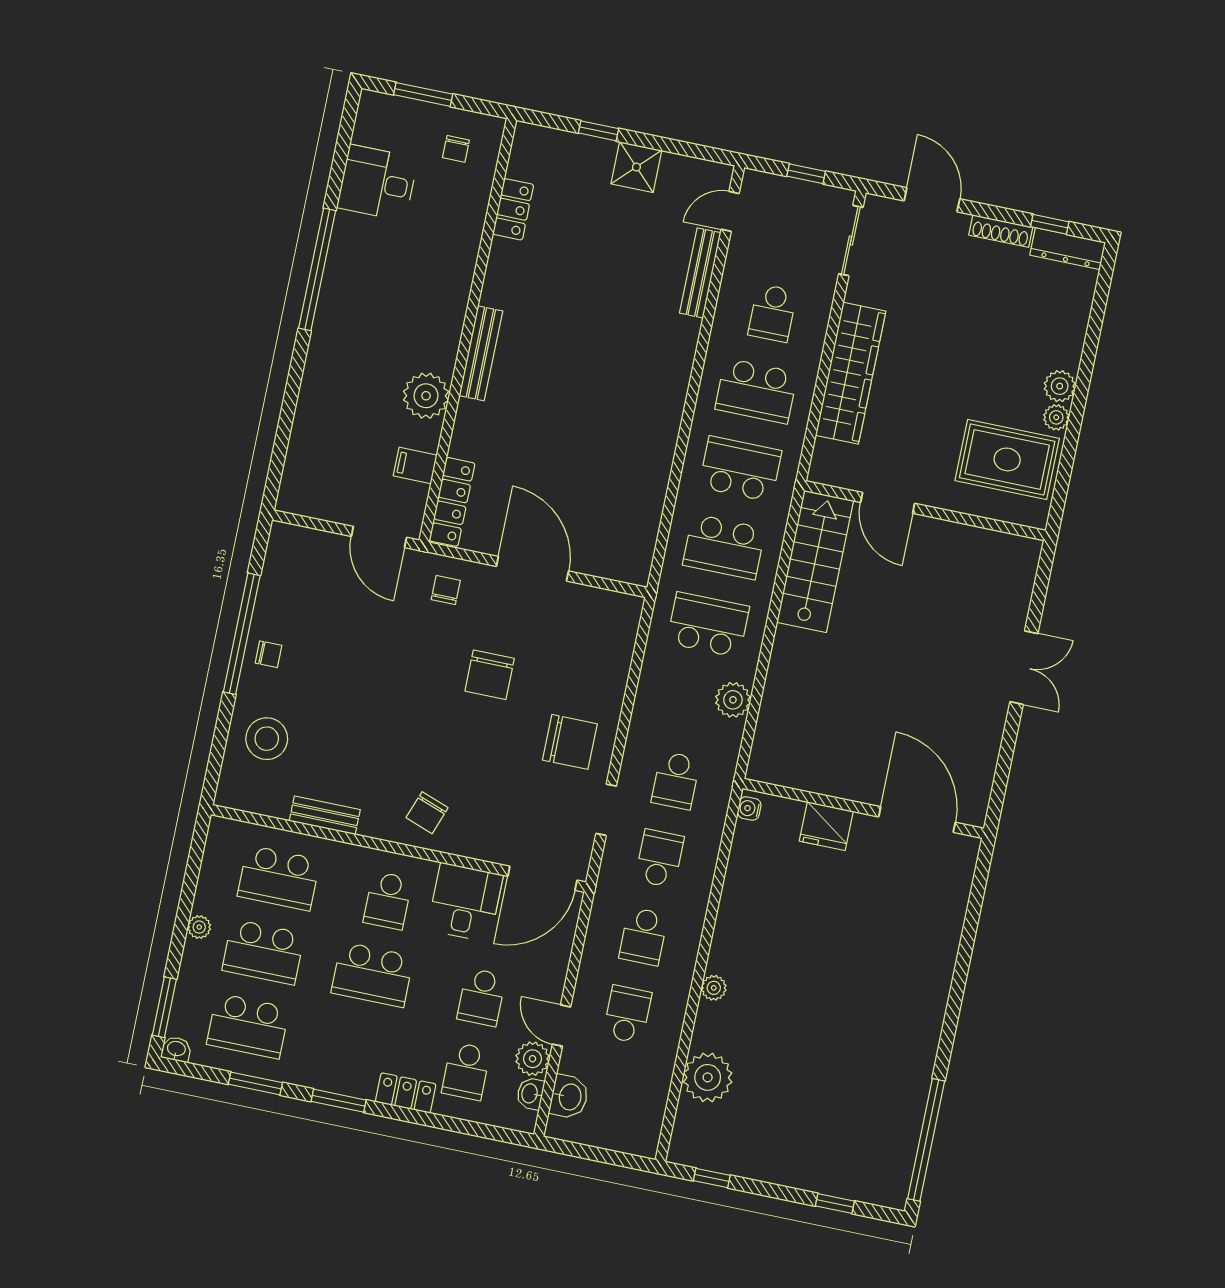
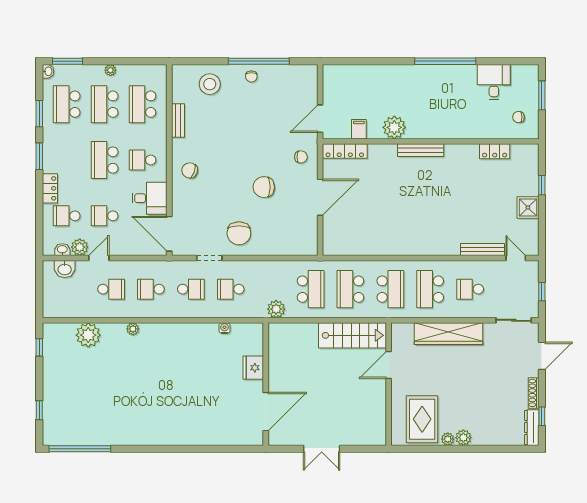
wall: (863, 808) -> (266, 384), moved
door: (917, 820) -> (266, 412), moved
fridge: (826, 826) -> (253, 368), moved

